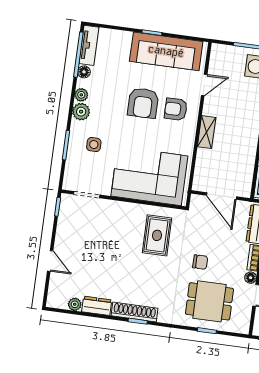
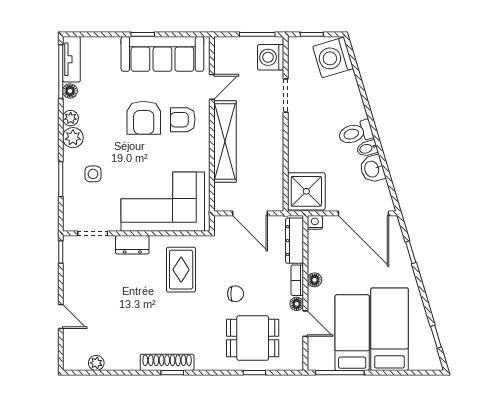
shelving: (207, 132) -> (225, 141), width x2.20, depth x1.33
dresser: (97, 306) -> (132, 245), moved, turned 180

